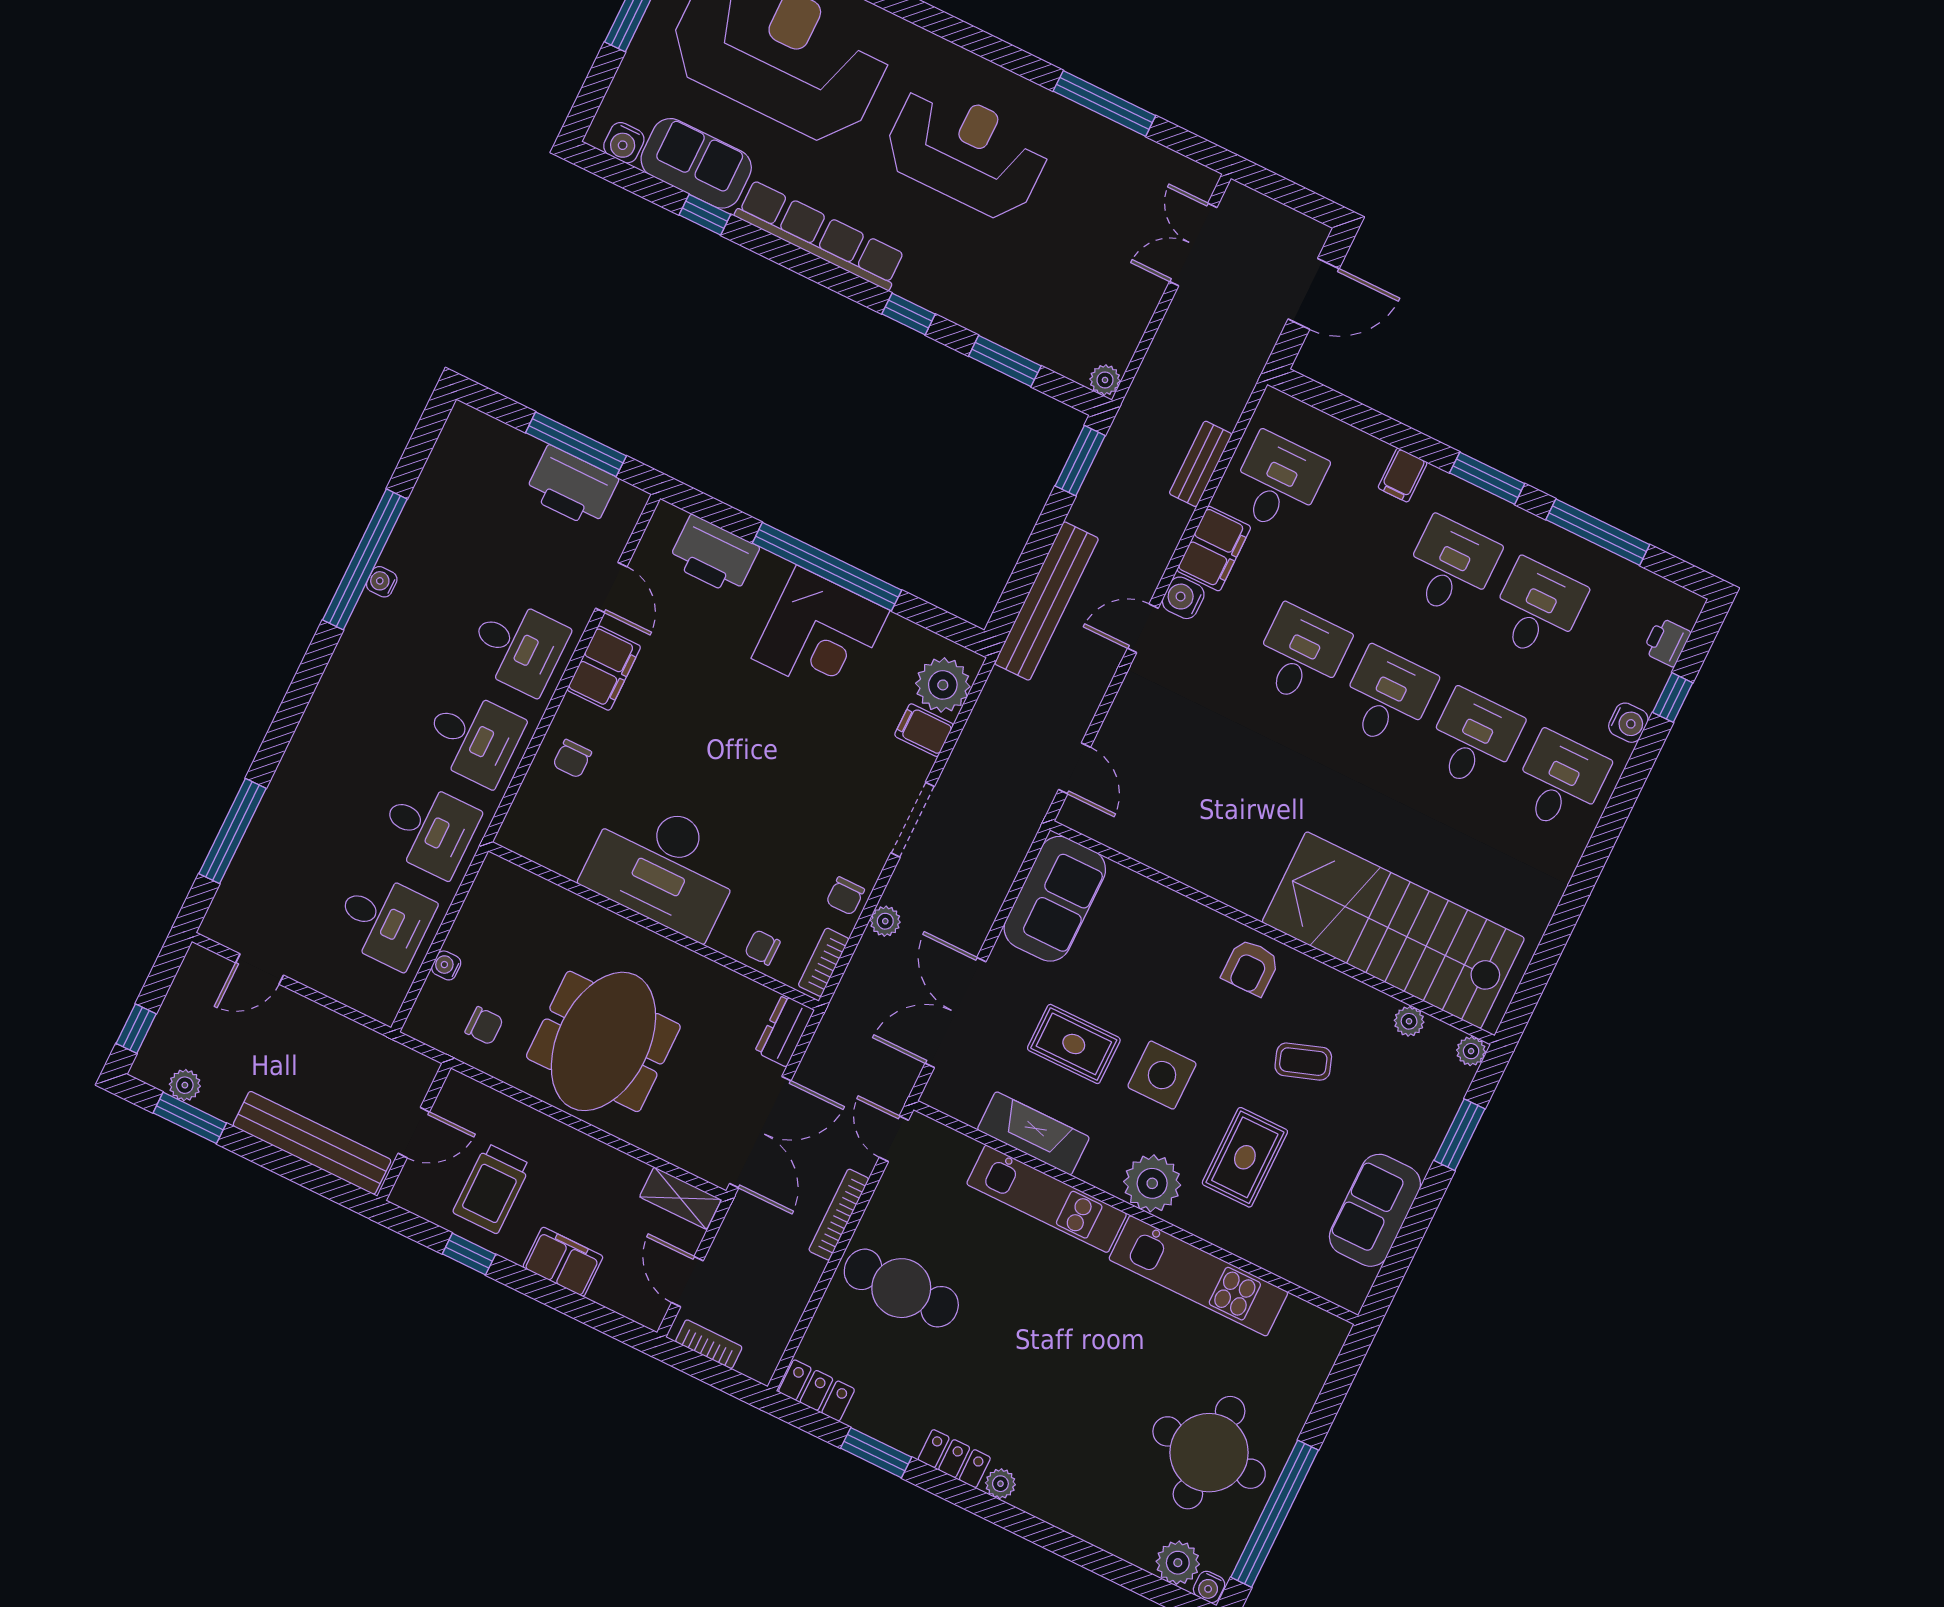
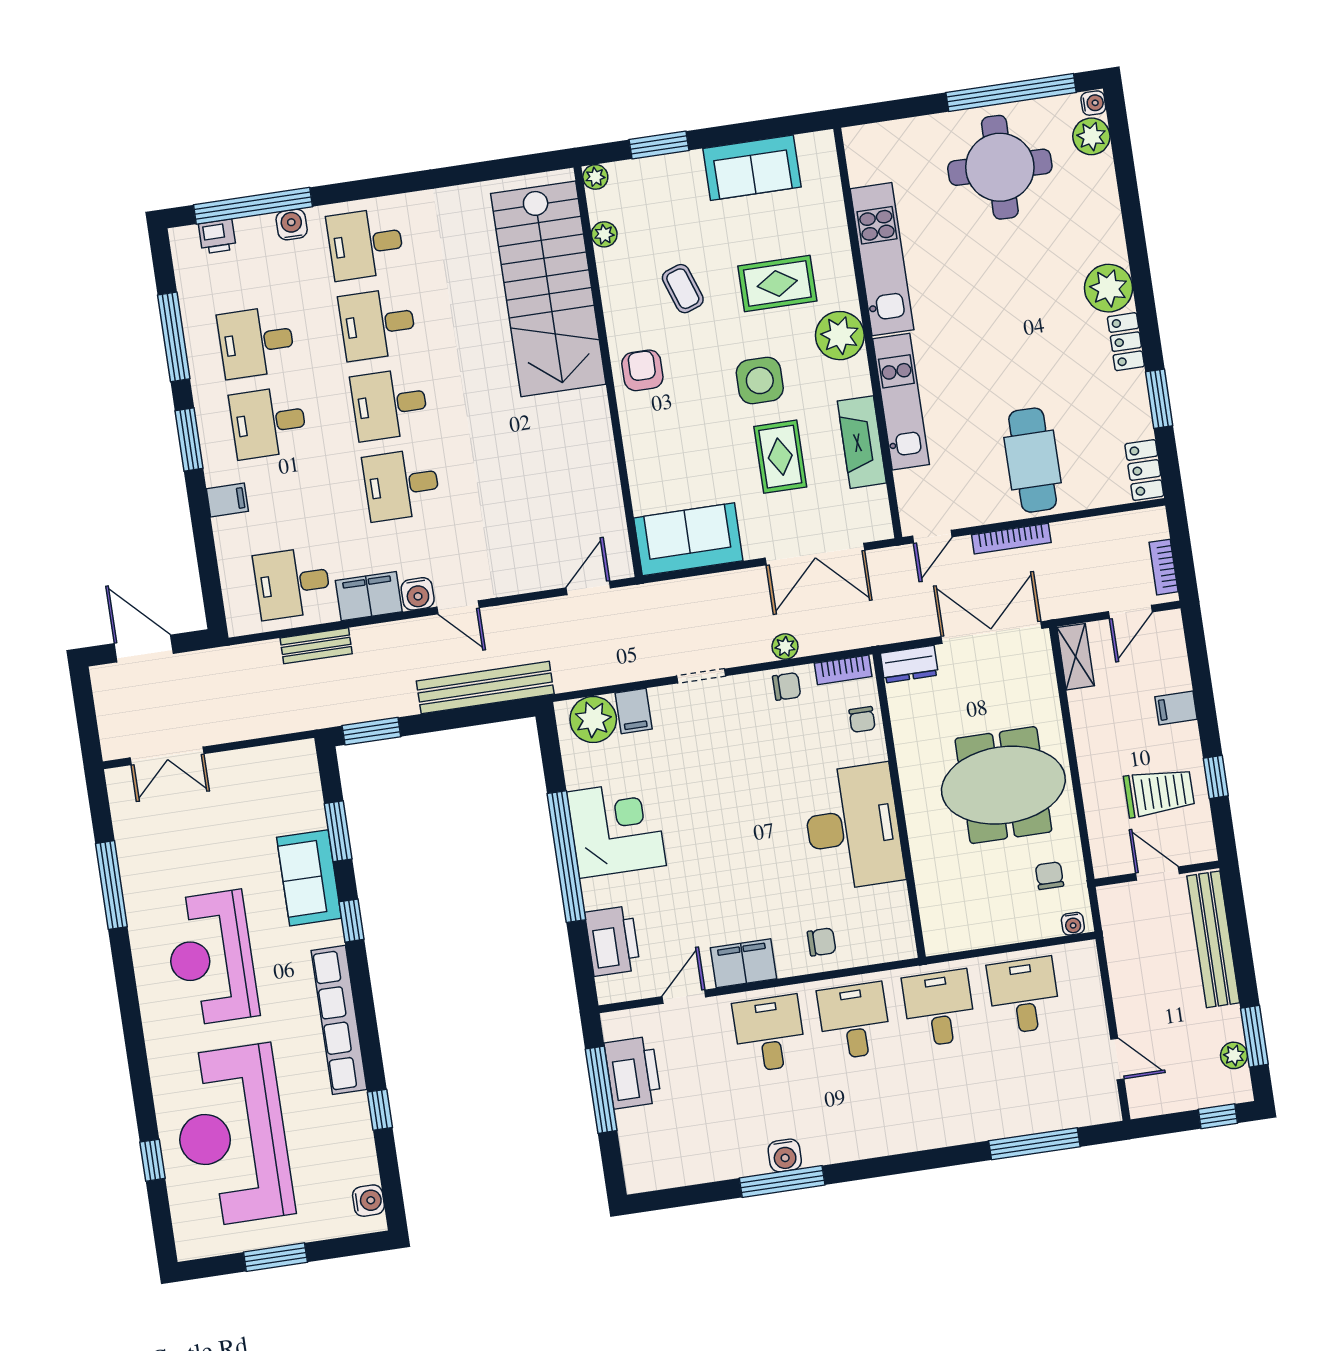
sofa: (696, 163) -> (309, 878), moved
plant: (1105, 380) -> (303, 752), removed
window: (365, 559) -> (782, 1181), width x0.68
water cooler: (382, 582) -> (785, 1155), width x1.38, depth x1.38
window: (1673, 698) -> (253, 206), width x3.17
doorway: (913, 820) -> (701, 676), width x0.73
water cooler: (446, 965) -> (1073, 924), moved
armchair: (1251, 967) -> (642, 370), turned -90
filing cabinet: (563, 1262) -> (1176, 708), width x0.50
plant: (1000, 1484) -> (1109, 288), width x1.87, depth x1.87

